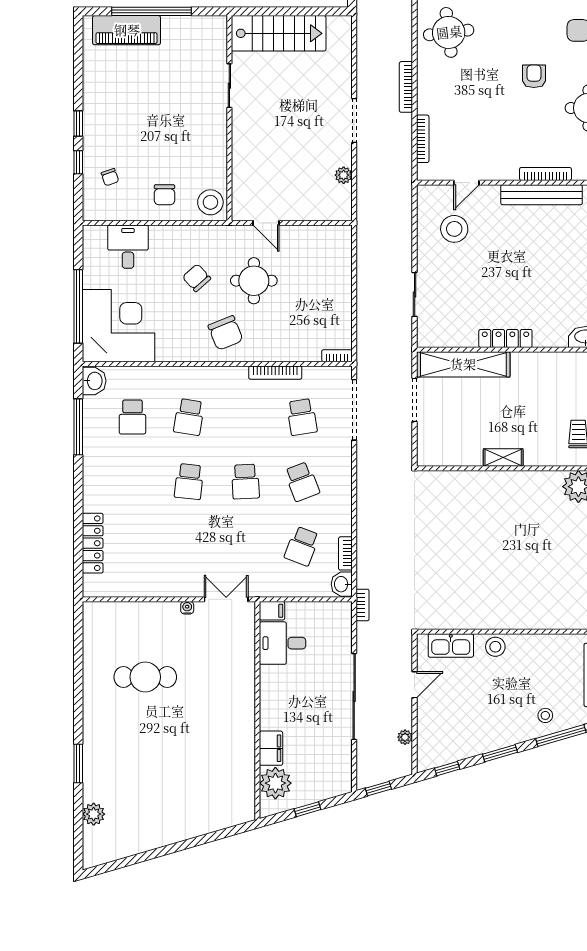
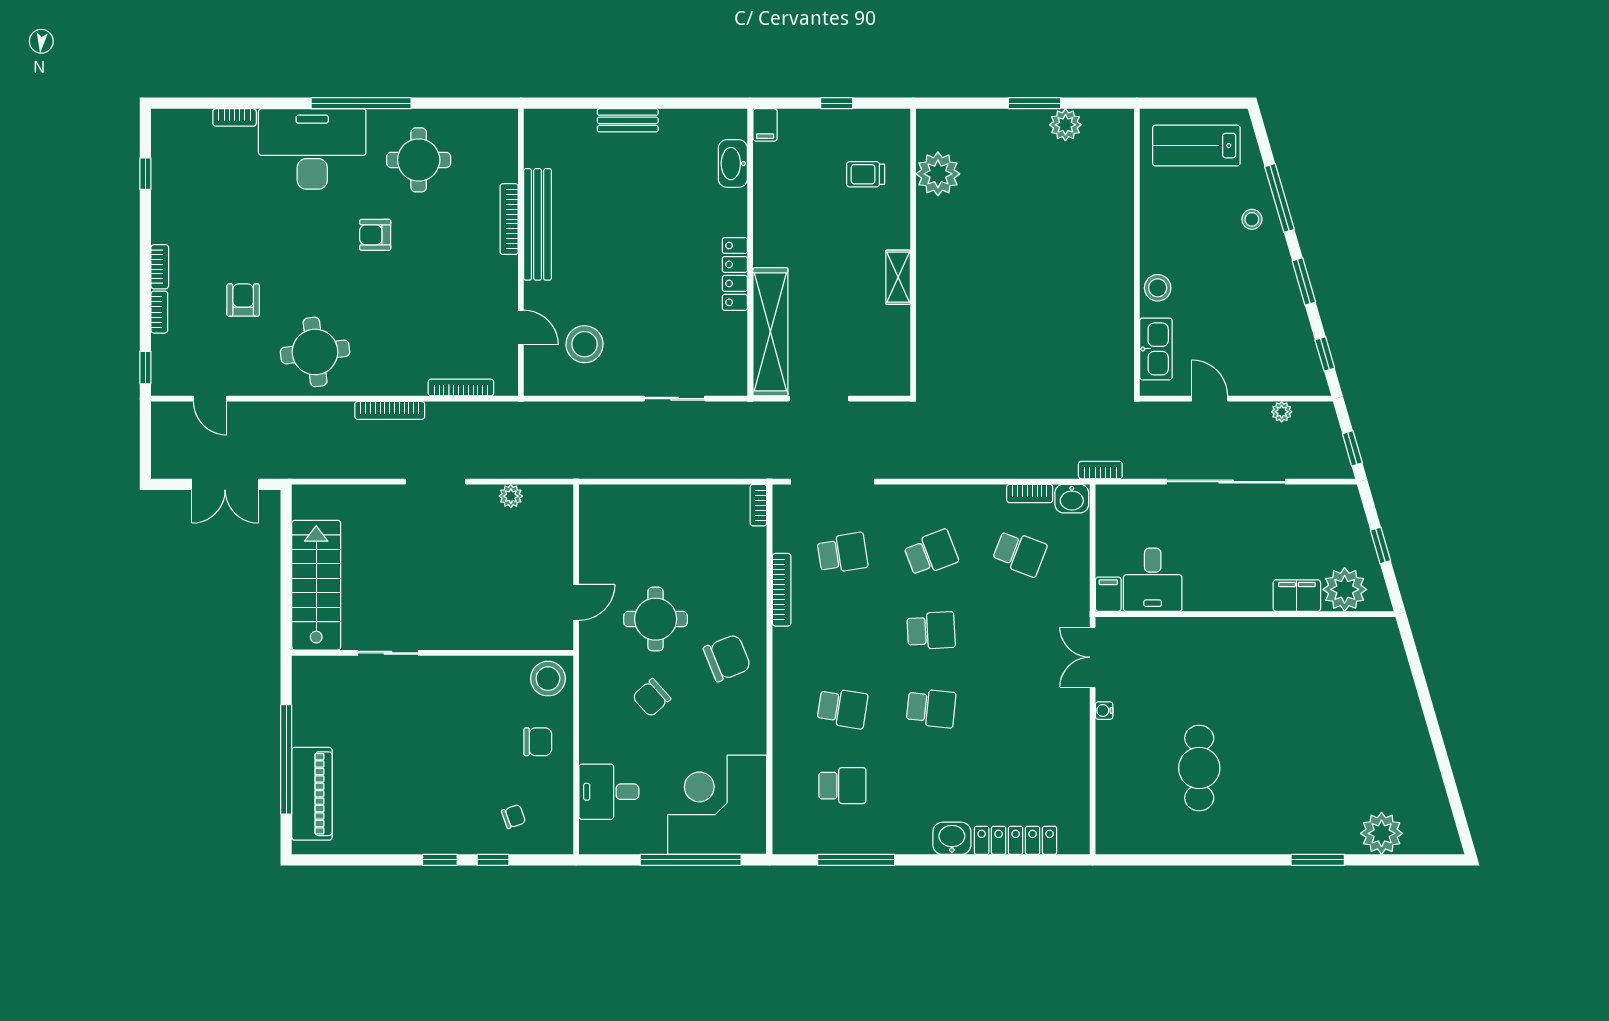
washbasin: (94, 381) -> (952, 838), moved
plant: (94, 814) -> (1382, 833), width x1.36, depth x1.36

